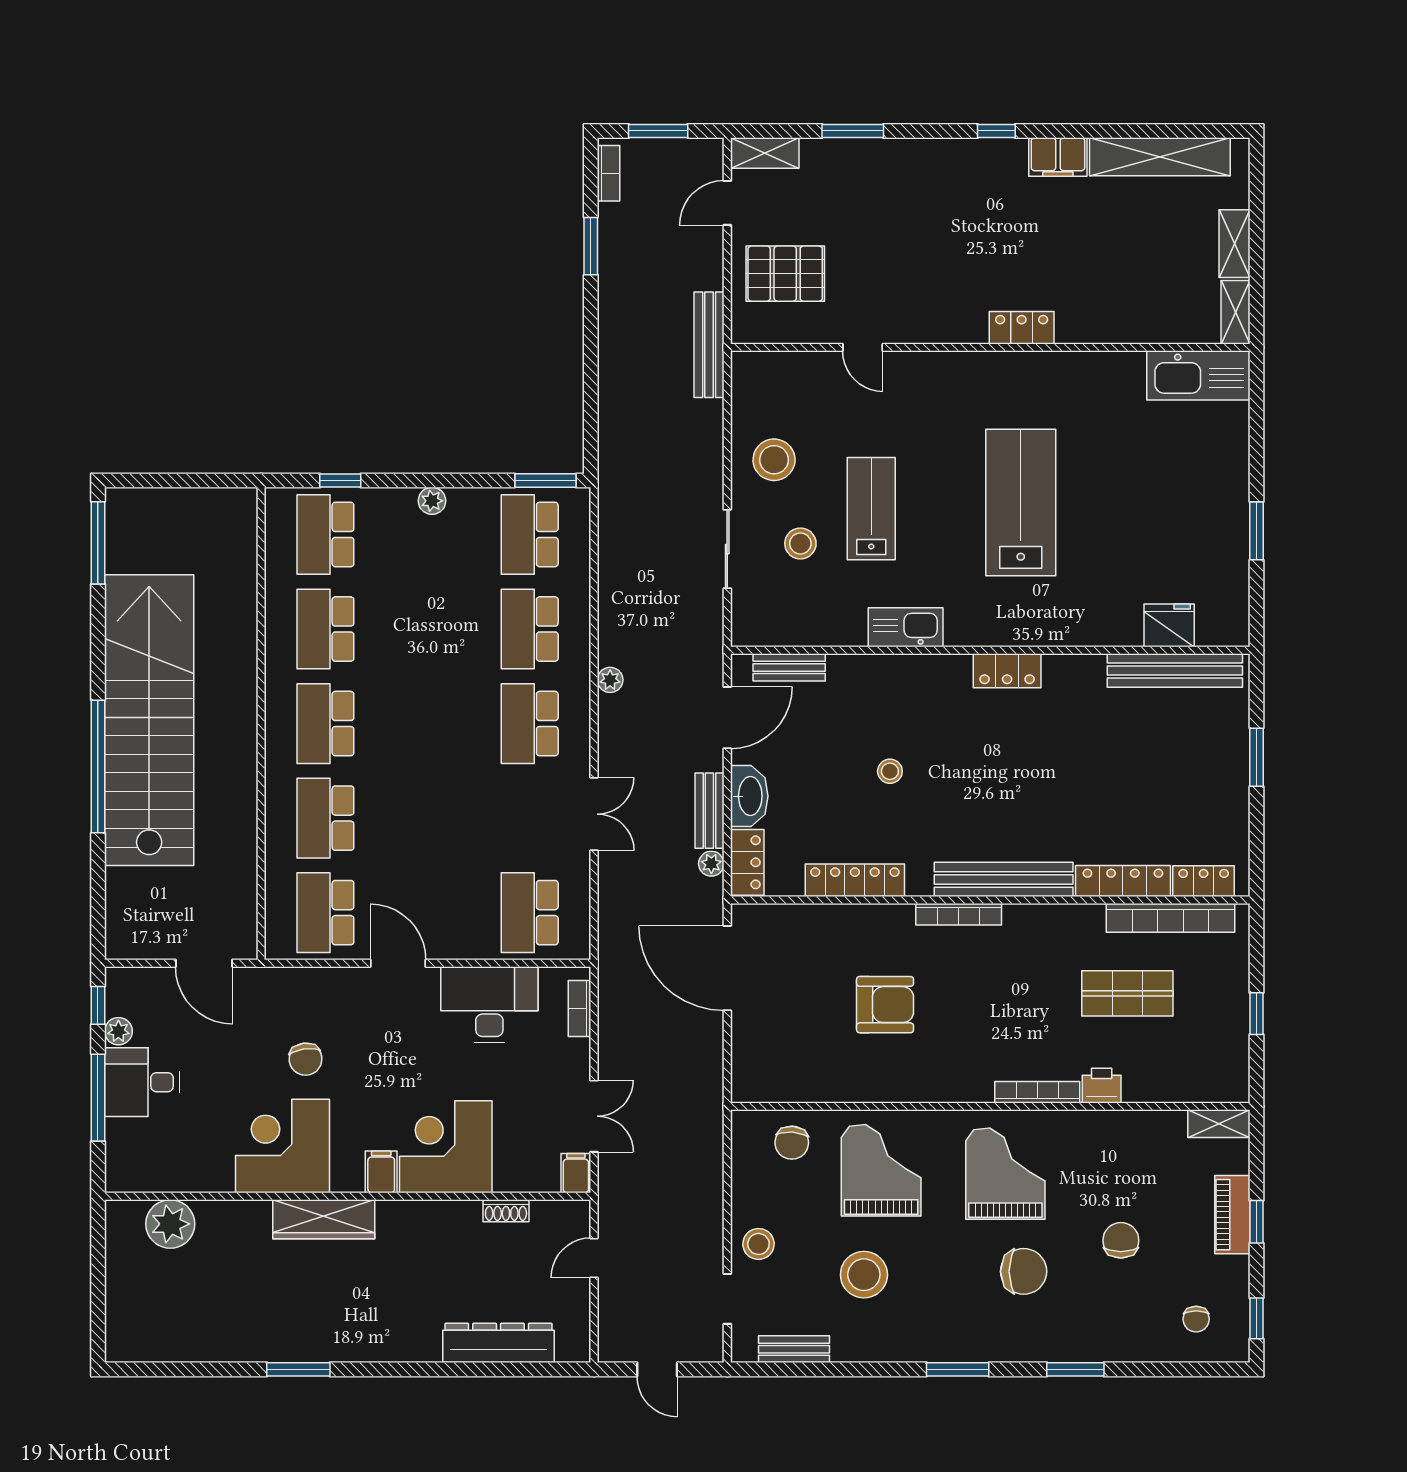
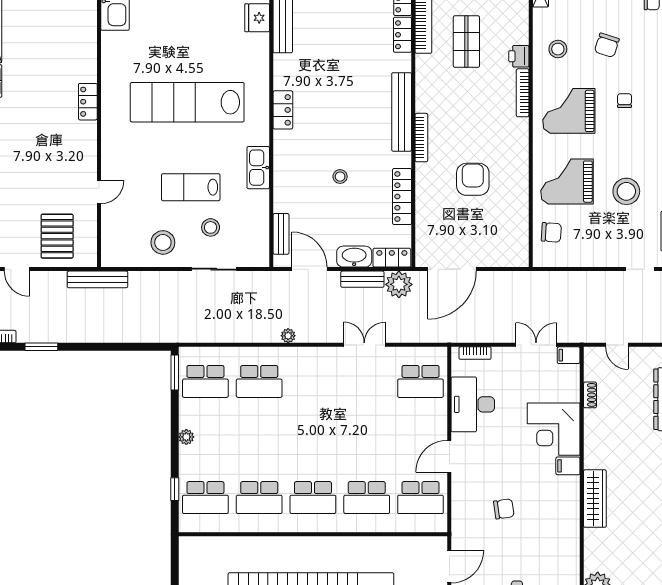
lab bench: (1021, 502) -> (187, 102), width x1.36
school desk: (530, 724) -> (313, 381), removed
plant: (711, 864) -> (399, 284), width x1.88, depth x1.88
locker: (1123, 881) -> (402, 35), width x0.66
corner desk: (282, 1146) -> (553, 522), removed
chair: (1121, 1240) -> (607, 45), turned -72
stool: (758, 1244) -> (558, 49), moved
chair: (1024, 1271) -> (624, 101), width x0.54, depth x0.54

